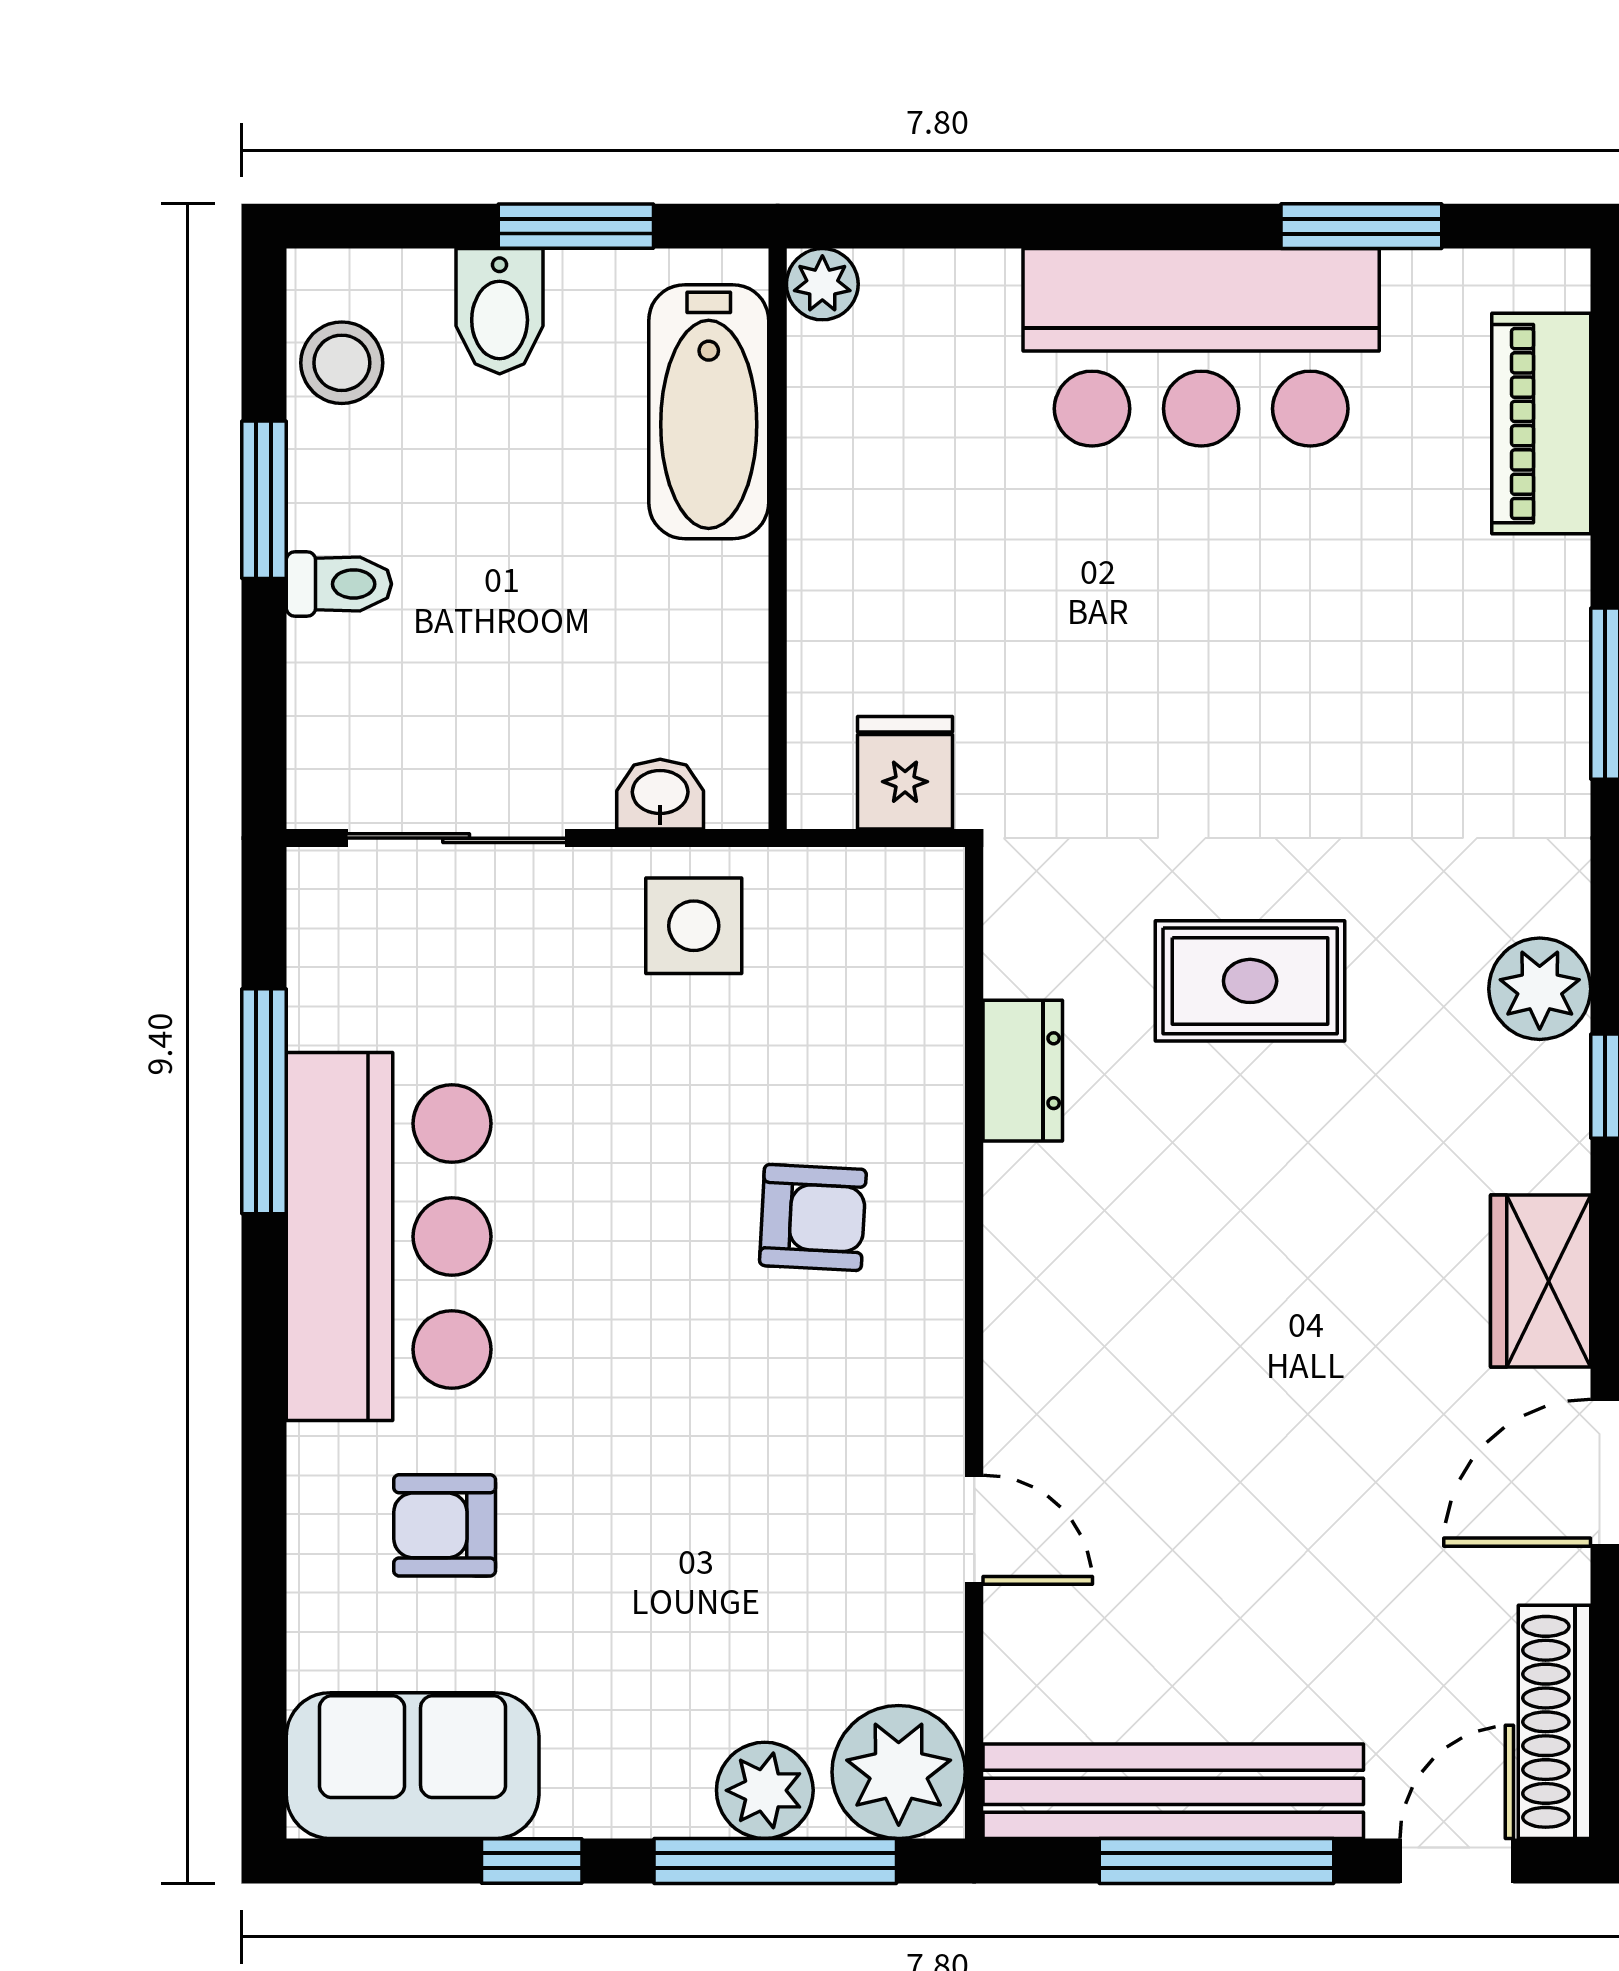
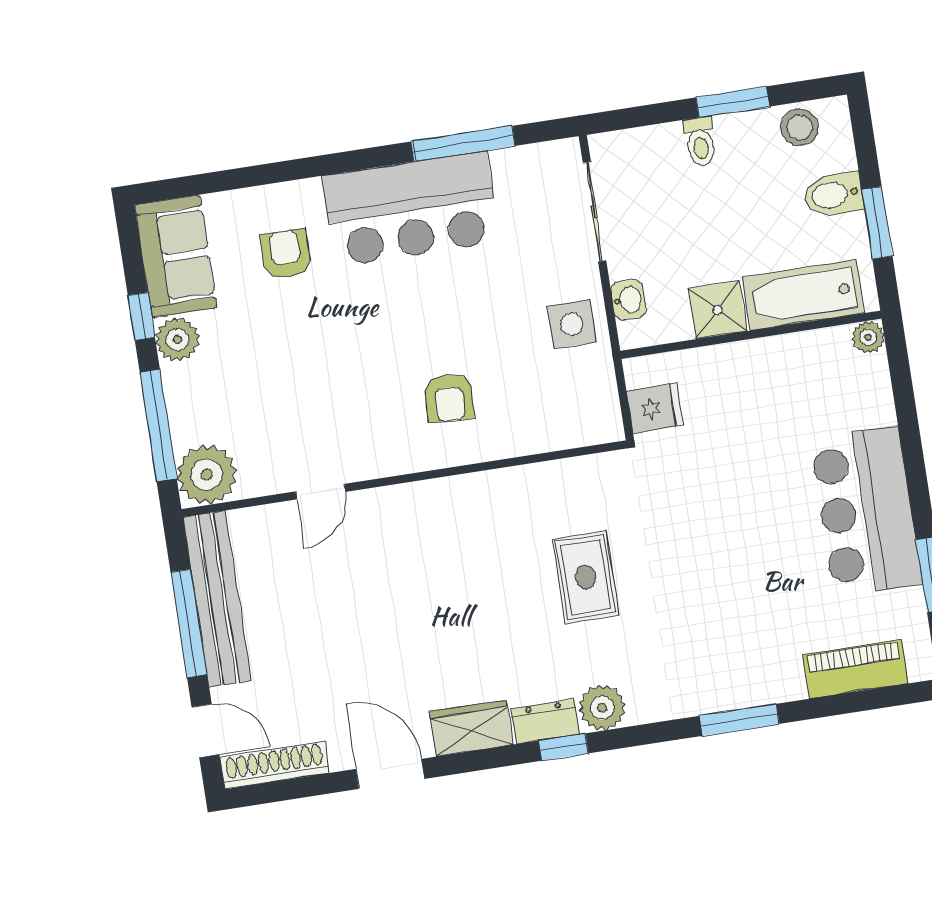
shower: (712, 603) -> (718, 310), added
dresser: (1023, 1071) -> (545, 721), moved, turned 180
plant: (765, 1790) -> (177, 339), moved

